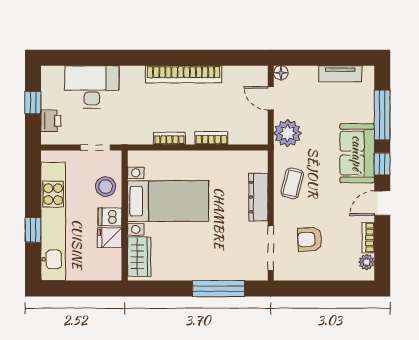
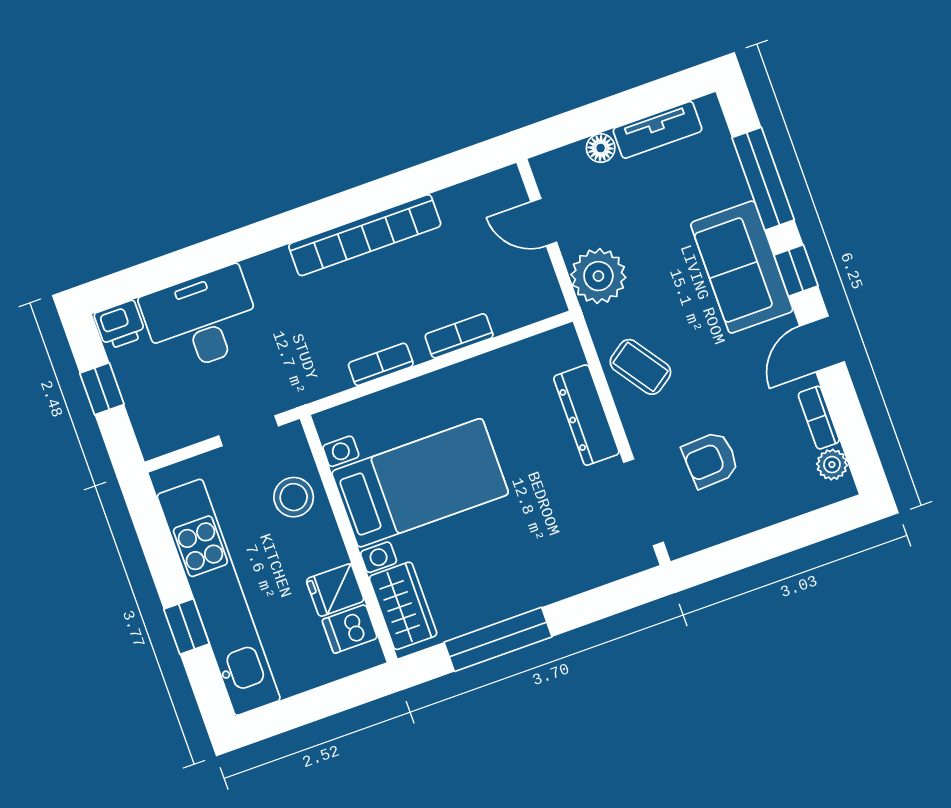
floor lamp: (281, 73) -> (601, 148), moved
printer: (51, 121) -> (120, 325), moved, turned 90
coffee table: (292, 183) -> (640, 367), turned -49
dishwasher: (110, 217) -> (350, 629), moved
window: (219, 289) -> (498, 639), moved

